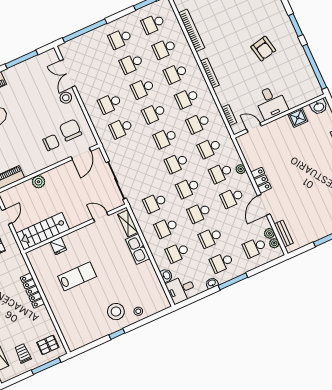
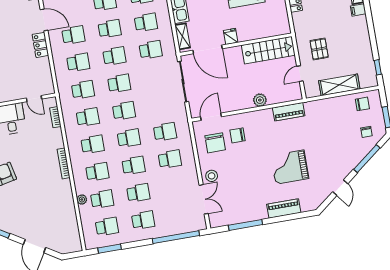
bookcase: (192, 30) -> (71, 210), removed
plant: (241, 169) -> (82, 199), moved
door: (264, 205) -> (44, 20), hinge flipped
door: (101, 217) -> (208, 49), width x1.88
fridge: (58, 246) -> (231, 36), moved

